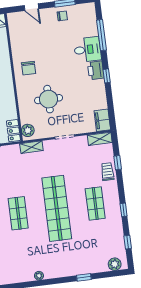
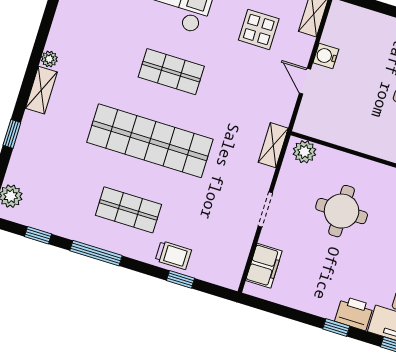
filing cabinet: (102, 120) -> (264, 266), moved, turned 90
locker: (13, 131) -> (315, 127), removed
shelving: (100, 139) -> (41, 90), moved
window: (124, 210) -> (96, 253), width x2.17

